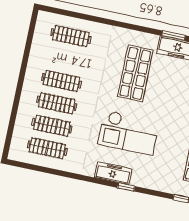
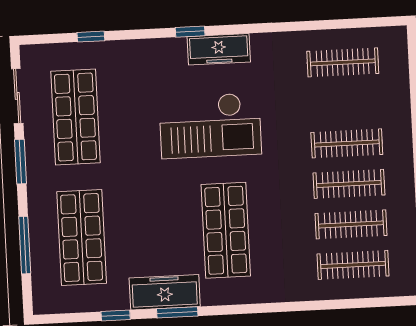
clothes rail: (52, 126) -> (351, 224), moved
checkout: (129, 133) -> (210, 126), turned 180

